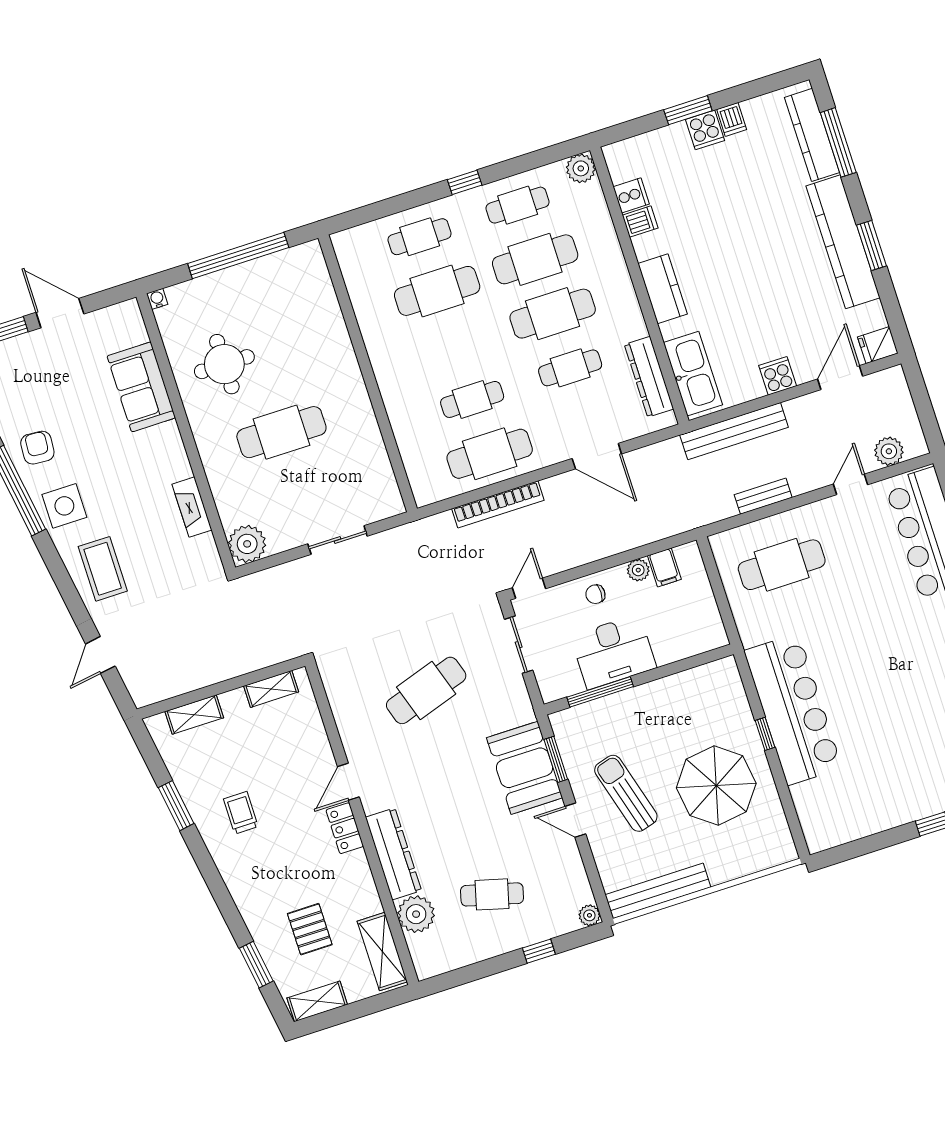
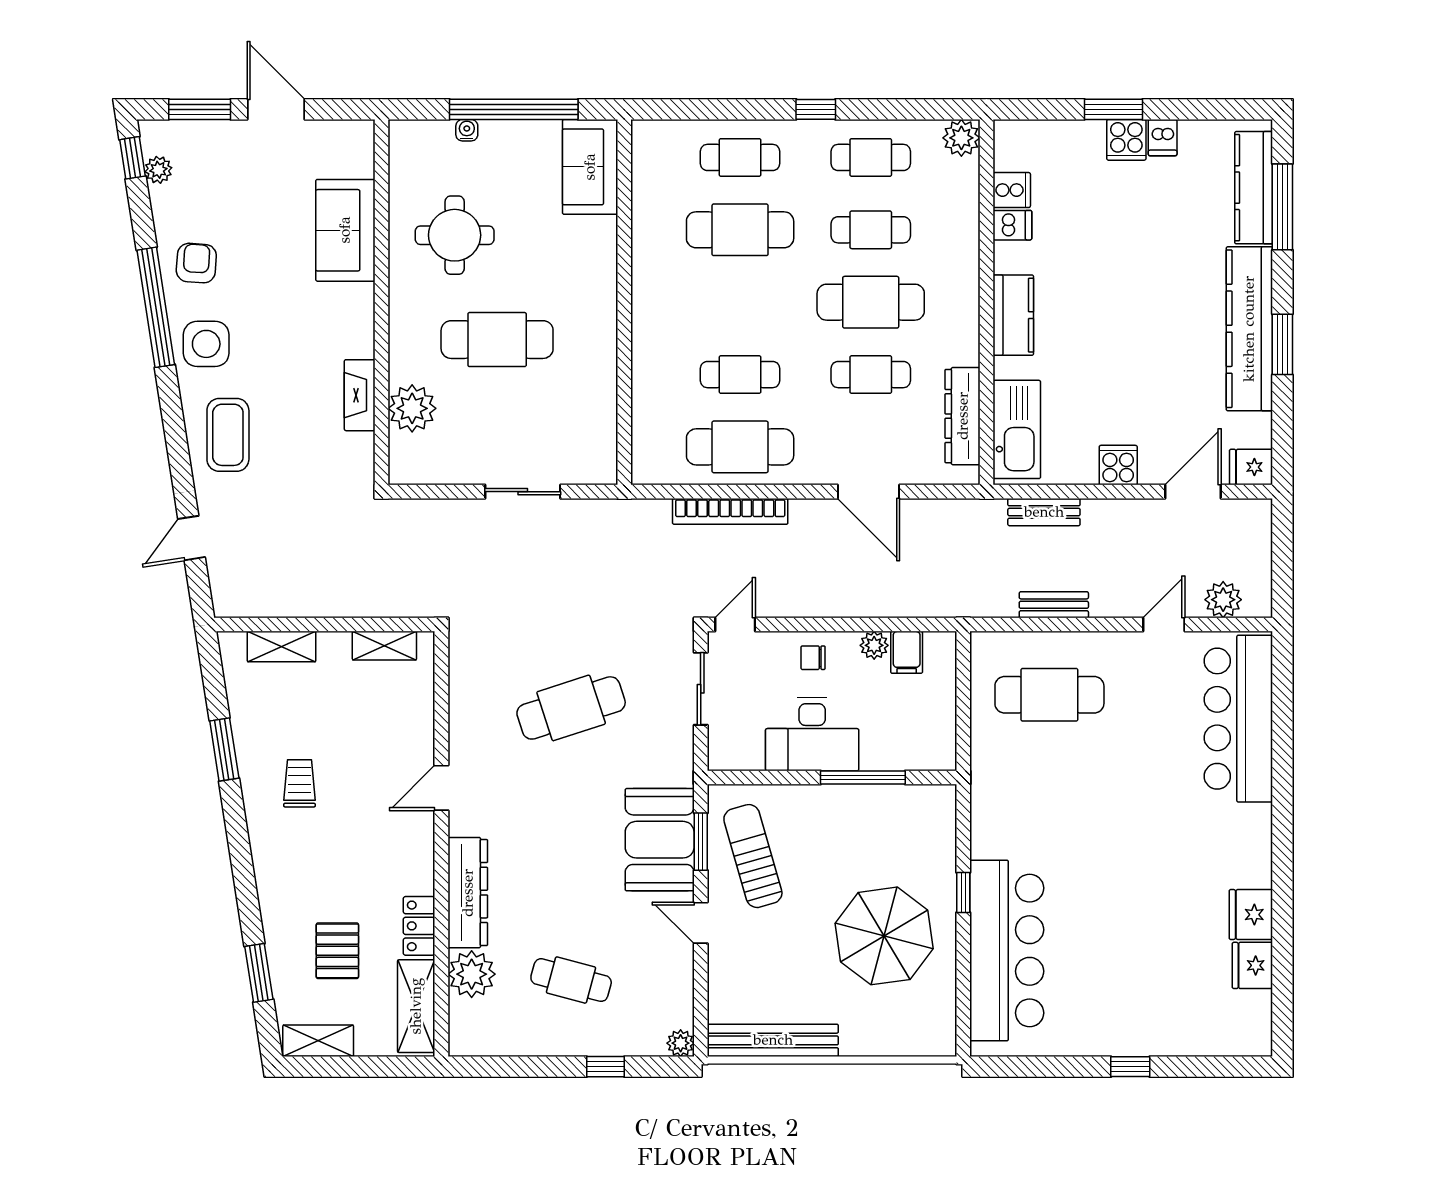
cafe table: (535, 259) -> (871, 230), width x0.73, depth x0.74
sofa: (309, 280) -> (590, 167), added
water cooler: (157, 299) -> (467, 130), moved
bench: (734, 431) -> (1044, 512), width x0.54, depth x0.82
plant: (247, 544) -> (412, 408), moved
window: (600, 692) -> (863, 778), moved
bar counter: (793, 709) -> (1007, 950), moved
sun lounger: (626, 793) -> (753, 856), moved
locker: (345, 828) -> (419, 926), moved

